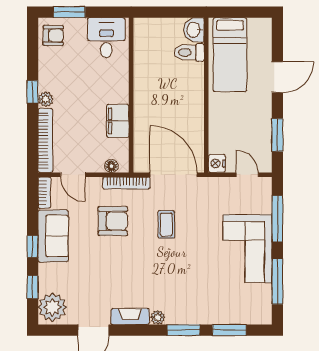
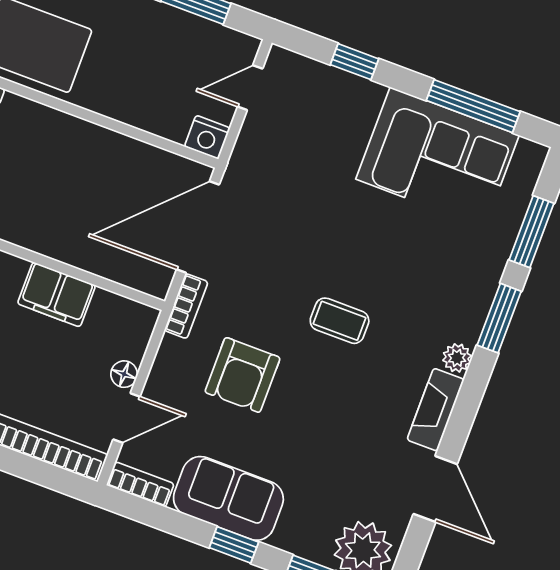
floor lamp: (111, 166) -> (124, 374), moved
bookcase: (126, 183) -> (186, 306), width x0.64
window: (277, 219) -> (355, 62), width x0.46
armchair: (113, 221) -> (242, 375), turned 180
coffee table: (166, 225) -> (340, 321), moved
corner sofa: (247, 249) -> (437, 157), moved

